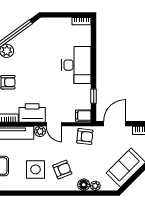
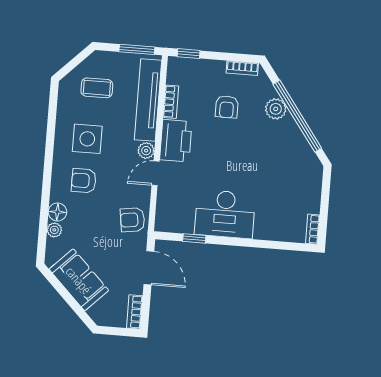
desk: (76, 65) -> (225, 214), moved
filing cabinet: (83, 116) -> (165, 220), removed
armchair: (85, 136) -> (133, 220), turned 76
armchair: (62, 170) -> (84, 181), turned 112

